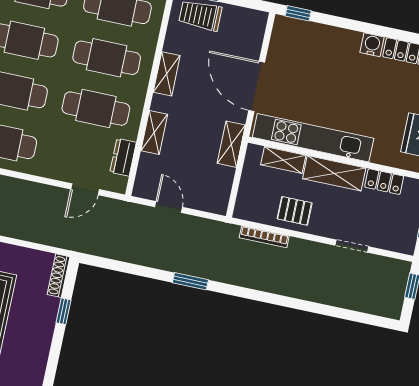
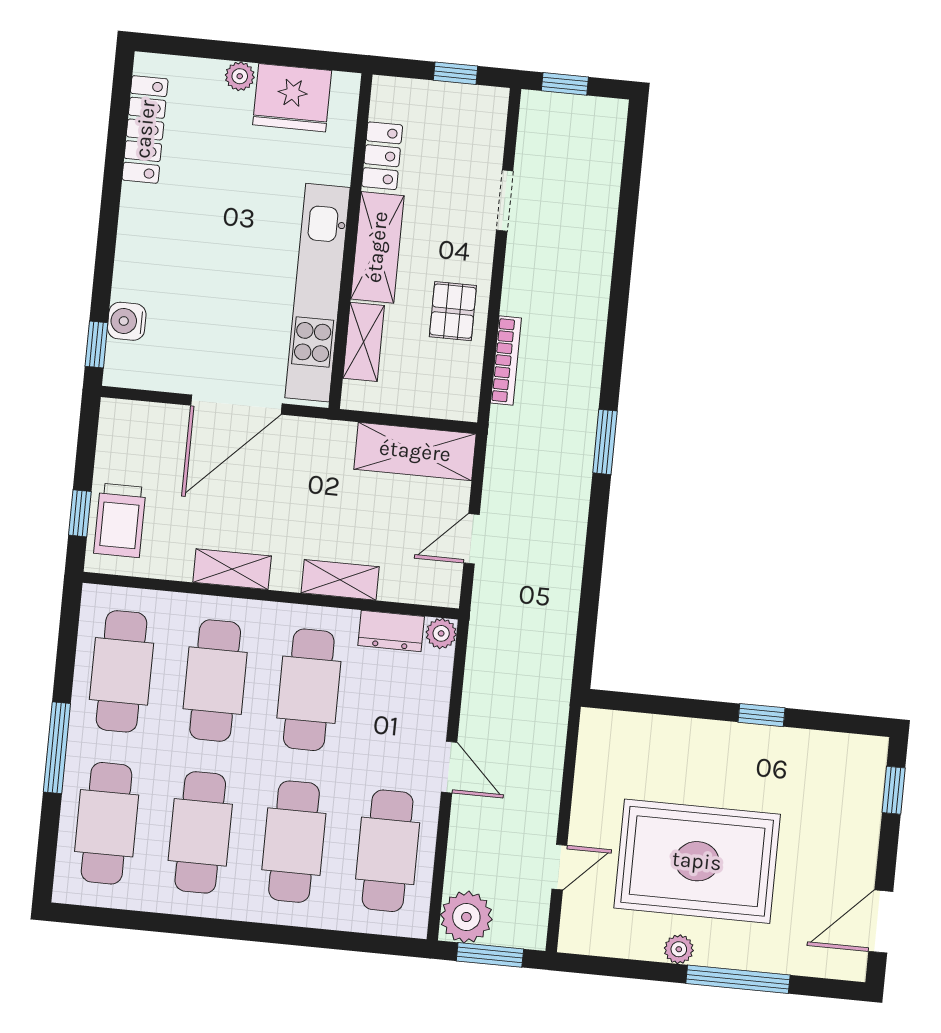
water cooler: (372, 45) -> (127, 321), moved
shelving: (231, 144) -> (415, 451), moved, width x1.50, depth x1.33
plant: (119, 185) -> (441, 633), added
door: (85, 189) -> (449, 767), moved
shoe rack: (59, 276) -> (617, 723), removed
window: (190, 281) -> (605, 442), moved
window: (63, 311) -> (761, 715), moved

